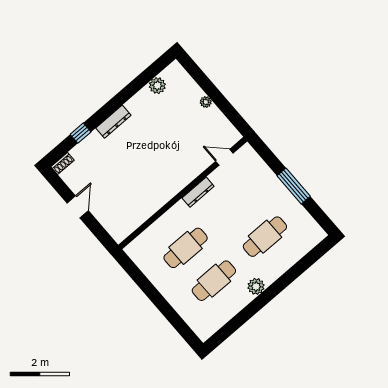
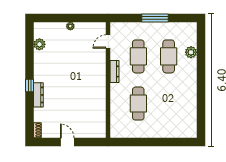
dresser: (113, 122) -> (38, 95), moved
window: (81, 133) -> (30, 85), moved
cafe table: (214, 281) -> (138, 56), moved
plant: (256, 286) -> (191, 52), moved

